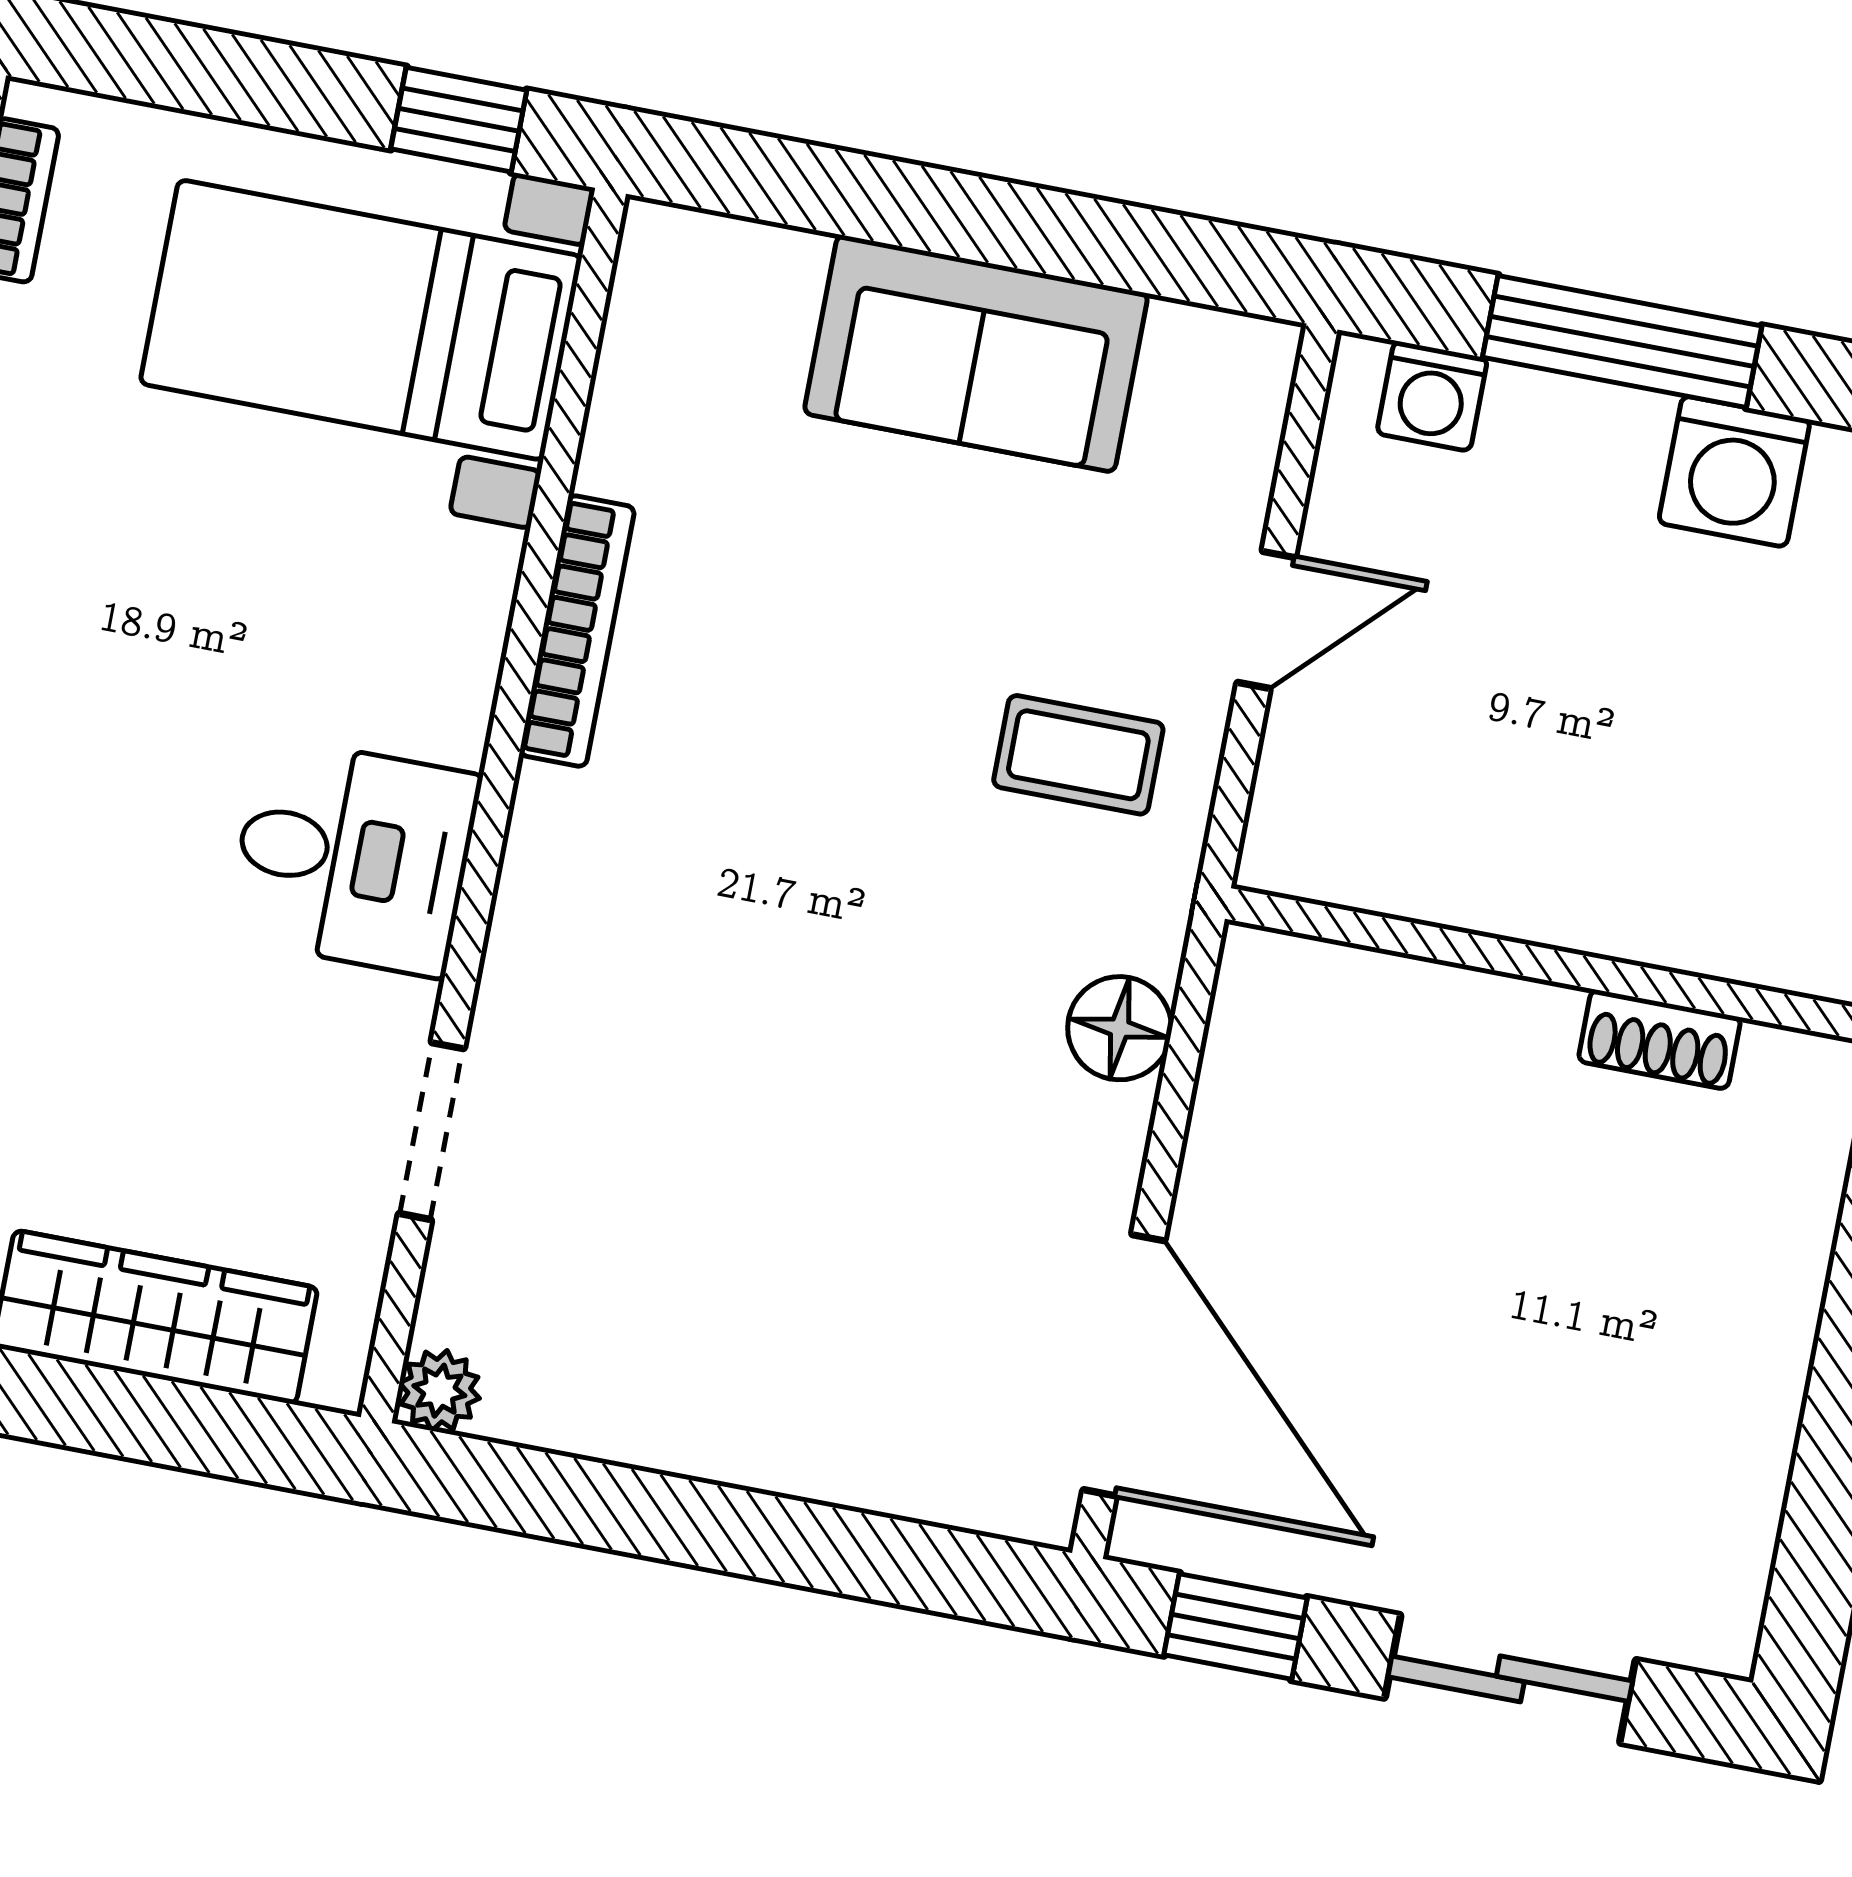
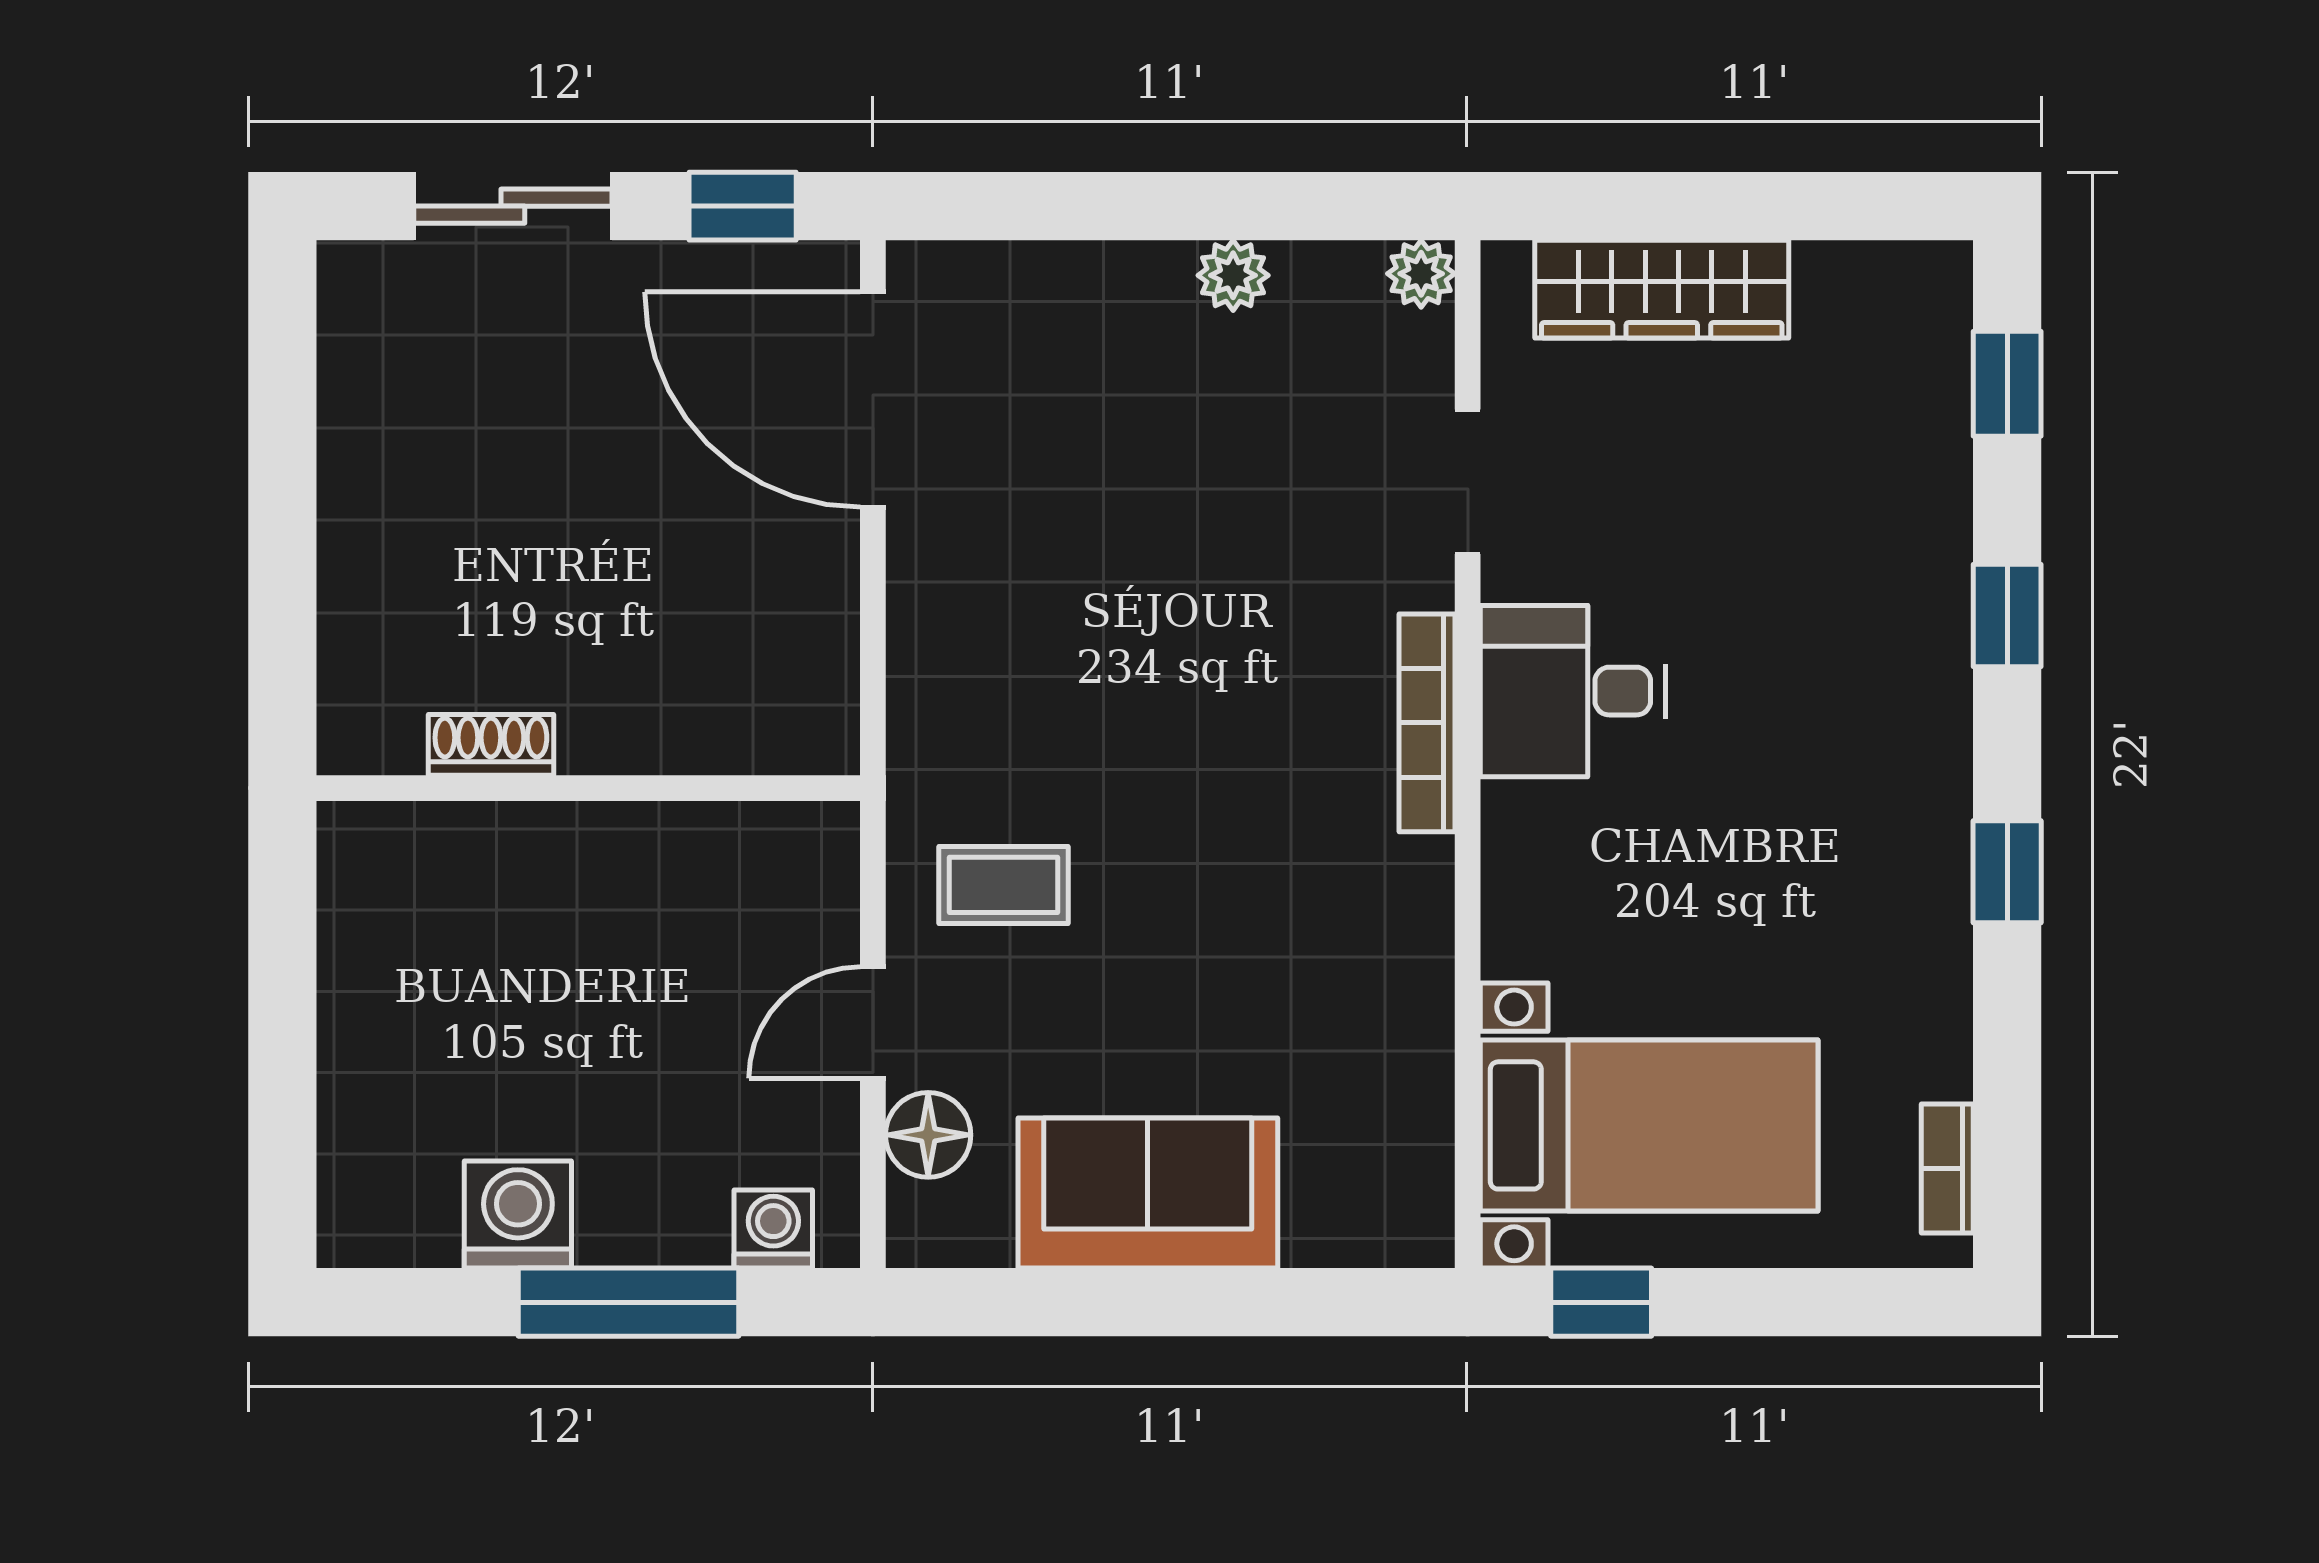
bookcase: (577, 631) -> (1427, 723), moved
floor lamp: (1120, 1028) -> (928, 1135), moved
plant: (665, 1432) -> (1233, 275), added

